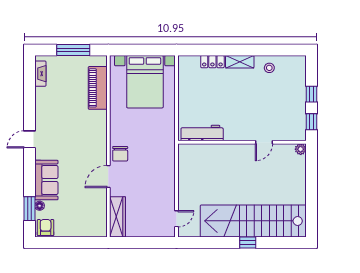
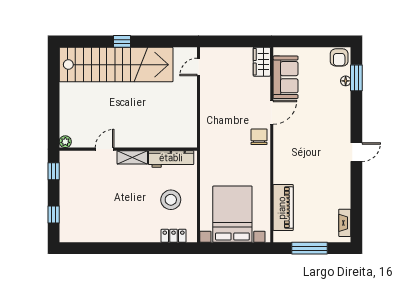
locker: (212, 62) -> (174, 236), moved
shelving: (240, 62) -> (132, 157), moved
stool: (269, 68) -> (171, 200), moved, width x1.89, depth x1.89
window: (311, 94) -> (54, 214), moved
sofa: (46, 180) -> (286, 77), moved, turned 180
wardrobe: (118, 217) -> (262, 62), width x0.67

